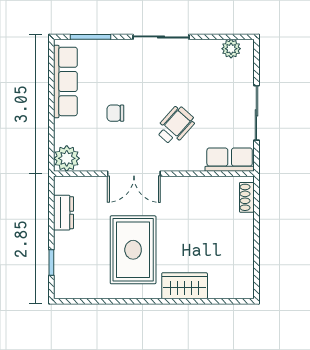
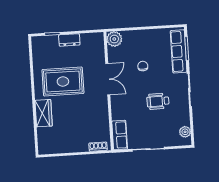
row of seats: (65, 81) -> (179, 51), moved, turned 90
wheelchair: (175, 125) -> (158, 101), moved, turned 137
double door: (134, 174) -> (108, 79), swing flipped
dresser: (64, 213) -> (69, 40), moved

